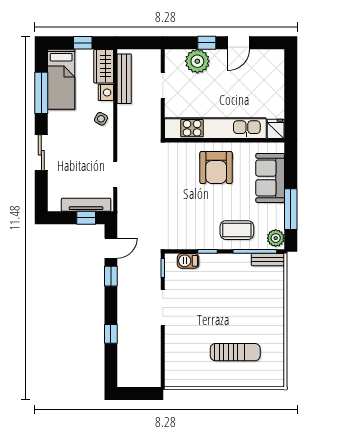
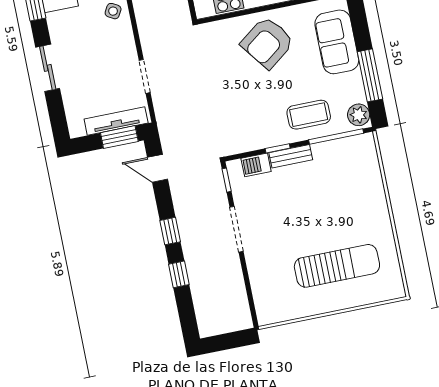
armchair: (216, 168) -> (267, 43), turned 53
window: (86, 218) -> (119, 137), width x1.50
door: (111, 248) -> (157, 168), swing flipped
bench: (268, 260) -> (291, 156), moved
window: (111, 276) -> (170, 231), moved
sun lounger: (235, 352) -> (337, 266), width x1.36, depth x1.34

